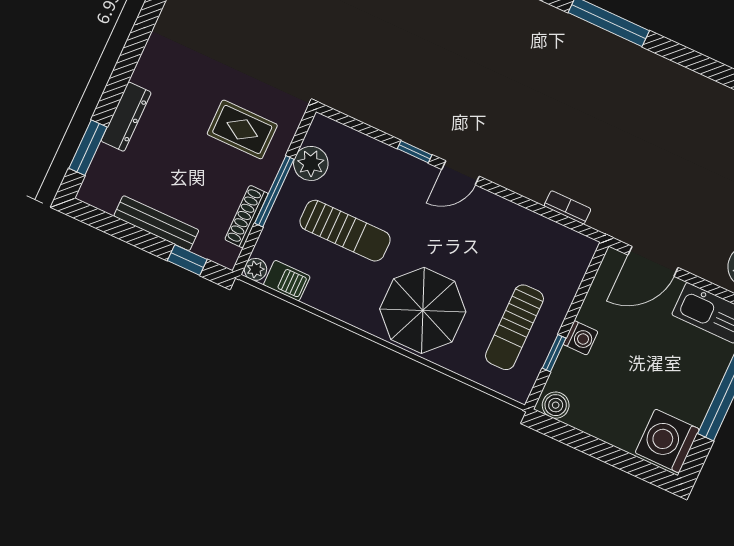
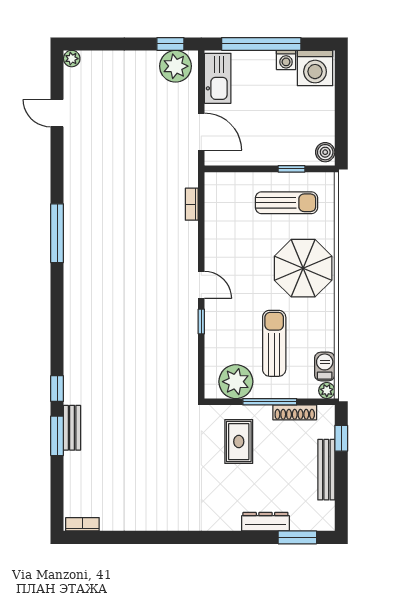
plant: (311, 163) -> (236, 382), width x1.36, depth x1.36
washing machine: (581, 338) -> (286, 60), moved, turned 180

